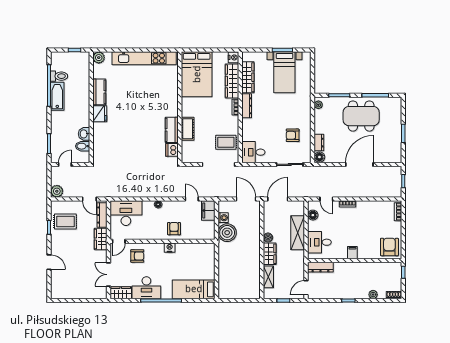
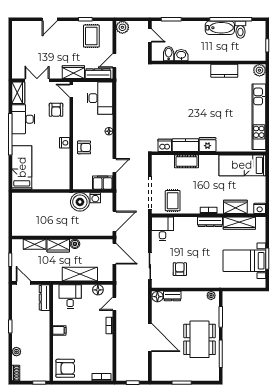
bed: (197, 74) -> (242, 165), width x0.67
wardrobe: (232, 81) -> (235, 207), width x0.67
fridge: (100, 114) -> (208, 145), moved, turned 180

